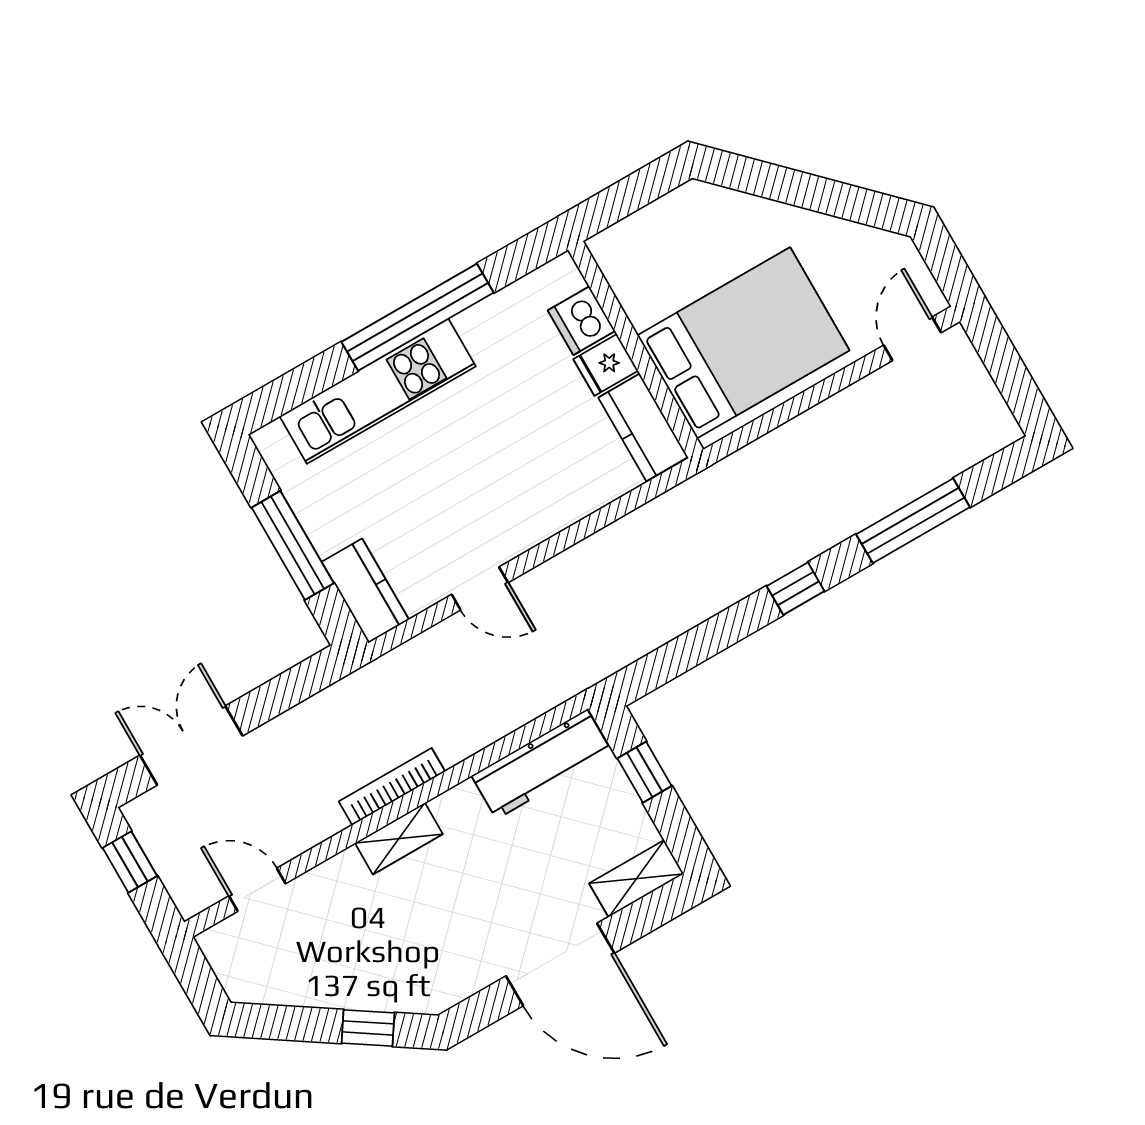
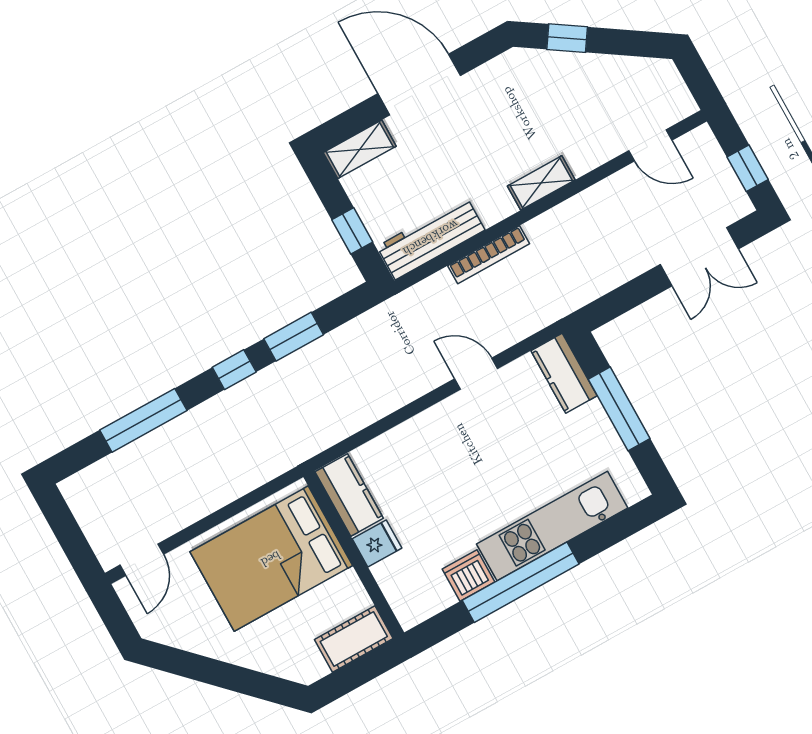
cot: (634, 240) -> (354, 639), added
dishwasher: (582, 321) -> (468, 575), moved, turned -90
window: (719, 633) -> (294, 337), added
bookcase: (392, 787) -> (489, 255), moved

